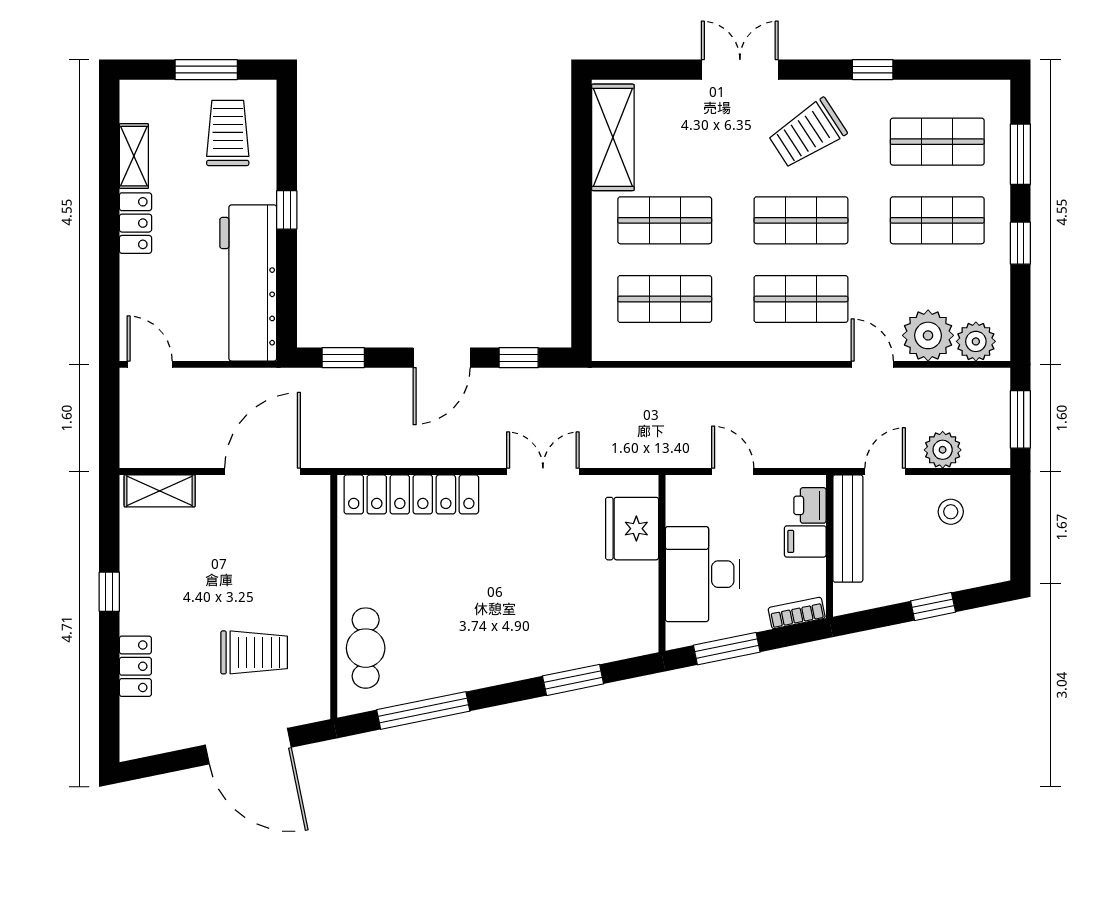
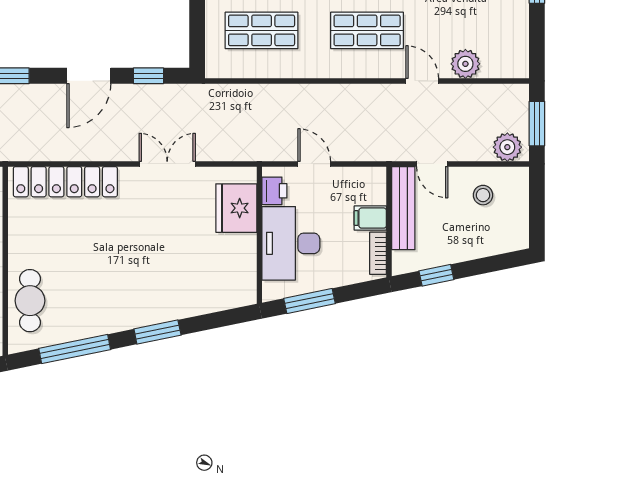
plant: (928, 335) -> (465, 64), width x0.73, depth x0.73
plant: (976, 341) -> (502, 63), removed
plant: (943, 450) -> (507, 147), moved
door: (885, 472) -> (432, 164), swing flipped
printer: (810, 505) -> (274, 191), moved, turned 180
window: (933, 607) -> (436, 275), moved
bookcase: (797, 613) -> (378, 253), moved, turned -78
window: (573, 680) -> (157, 332), moved

